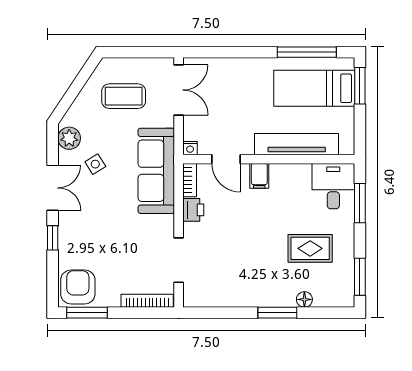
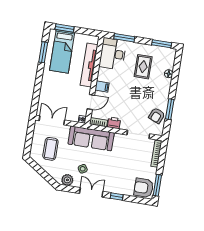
window: (307, 52) -> (43, 52), width x0.69
desk: (333, 186) -> (113, 54), width x1.37
armchair: (220, 290) -> (157, 116), added
window: (277, 313) -> (170, 109), moved

